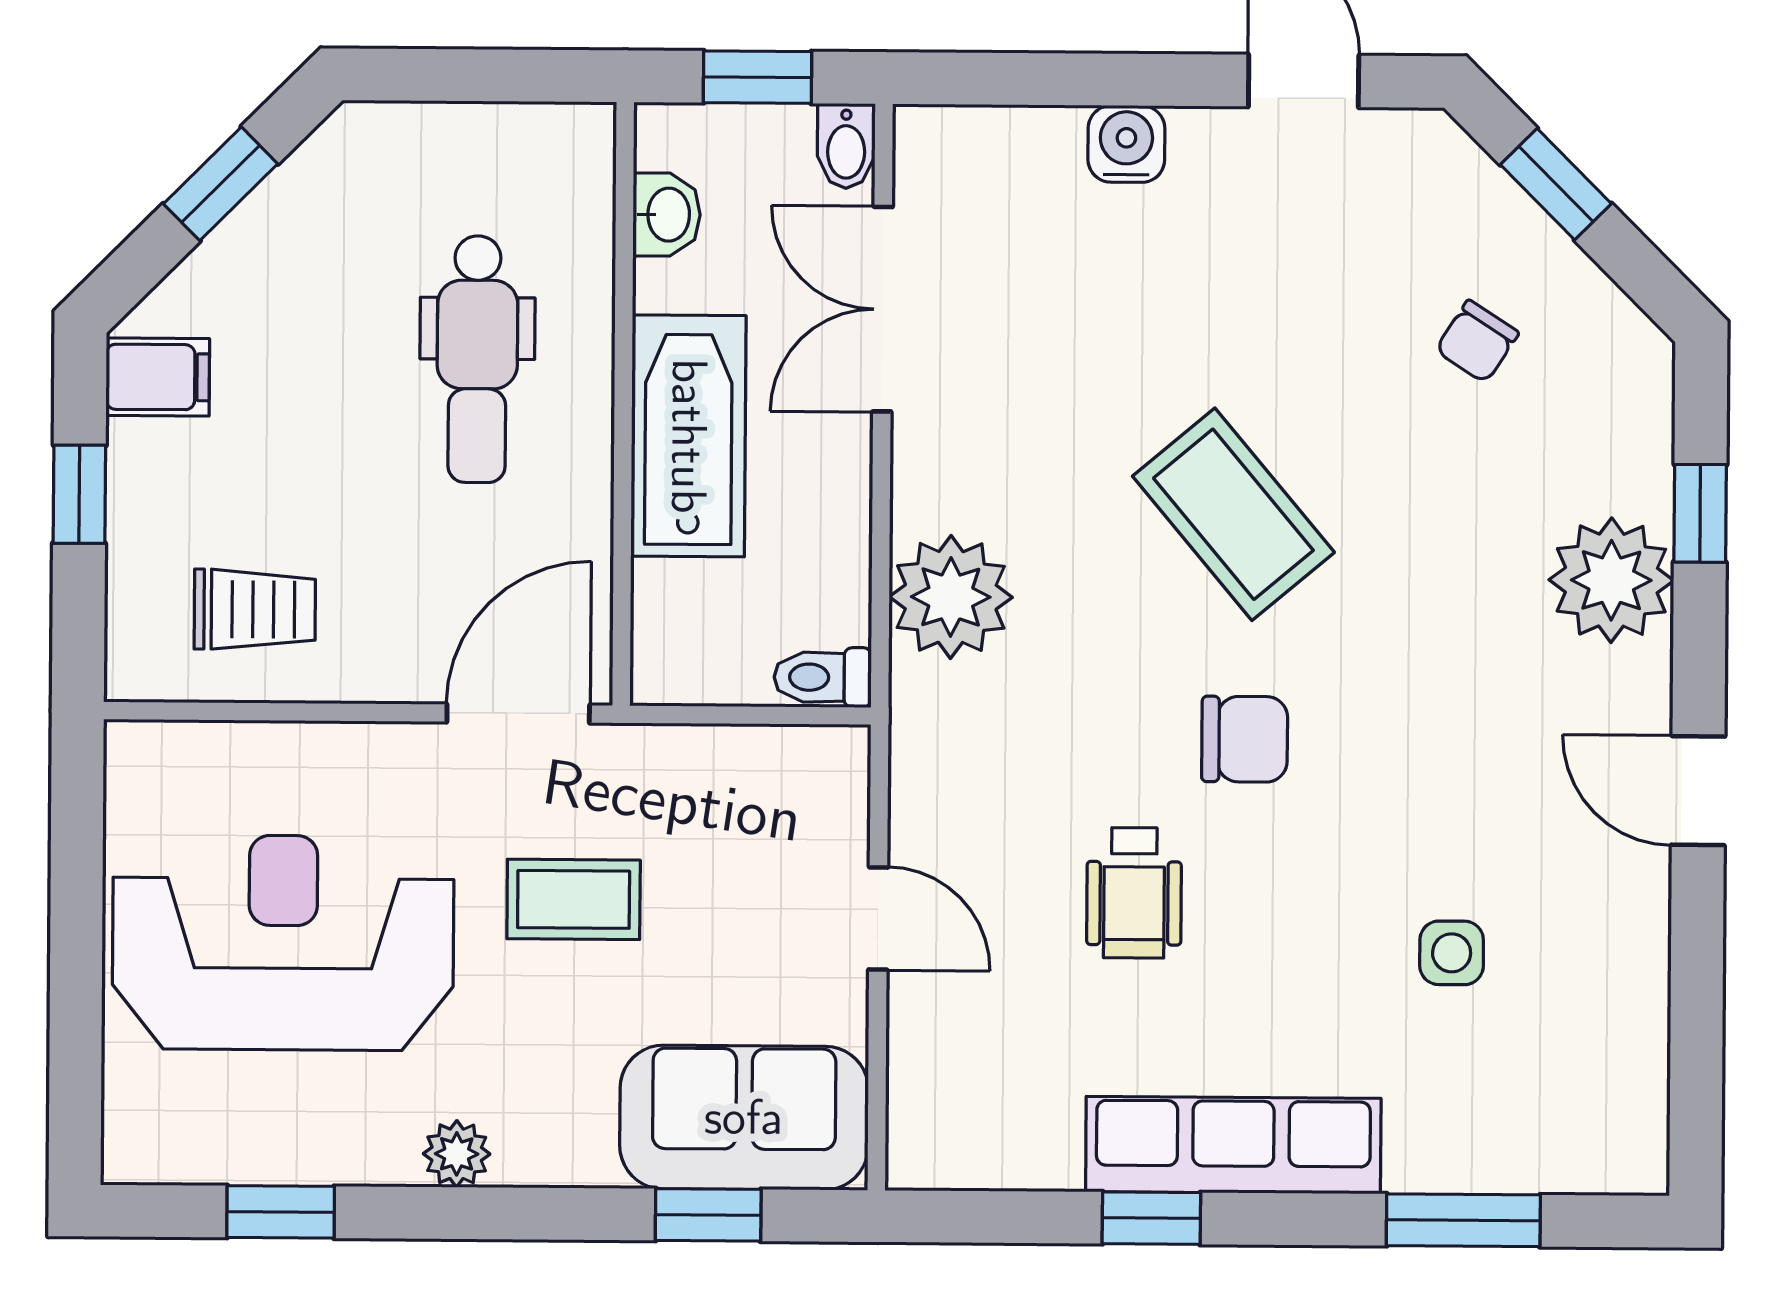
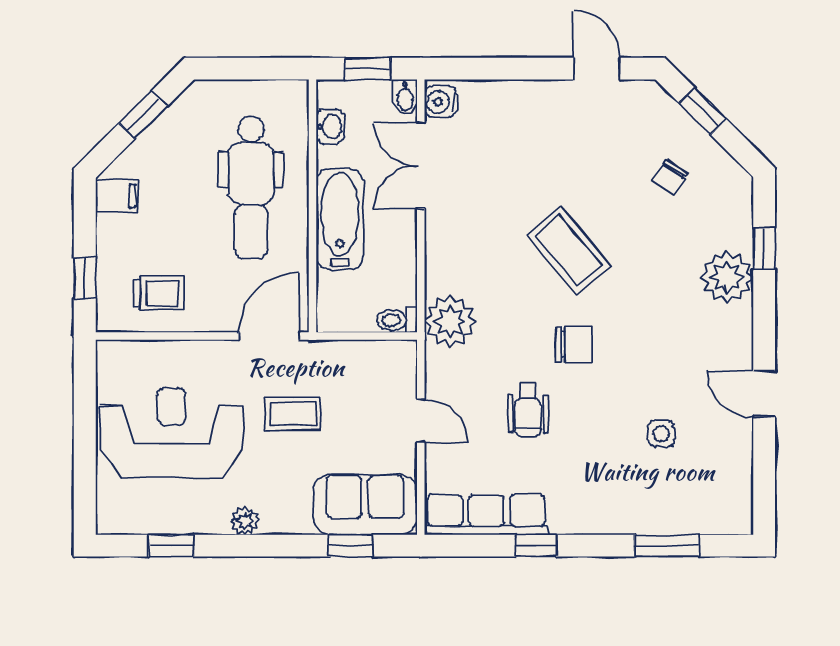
water cooler: (1126, 144) -> (440, 102), moved, turned -90
dental chair: (477, 359) -> (251, 188), width x1.36, depth x1.38
window: (79, 494) -> (85, 279), moved
plant: (951, 597) -> (450, 321), moved
door: (1698, 791) -> (764, 394), moved
row of seats: (1233, 1145) -> (486, 515), moved

